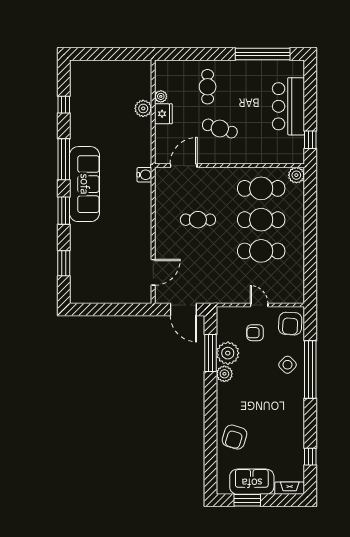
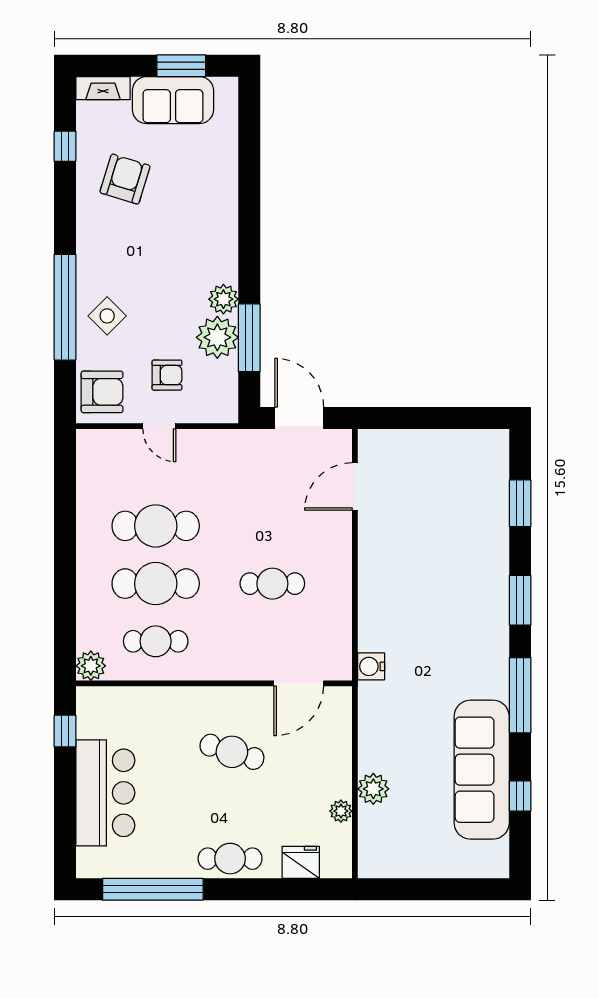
cafe table: (208, 87) -> (230, 859), moved, turned 90
fridge: (163, 114) -> (301, 862), moved, turned 90
sofa: (84, 184) -> (482, 770), moved
cafe table: (261, 188) -> (156, 641), width x0.73, depth x0.74
armchair: (290, 324) -> (102, 392), turned 87
armchair: (234, 437) -> (125, 179), moved

